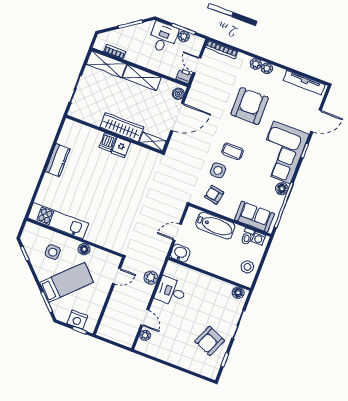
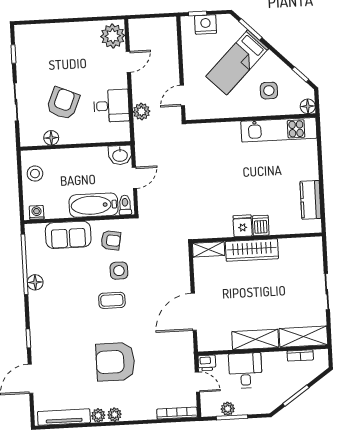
desk: (163, 37) -> (245, 371), moved, turned 180
plant: (256, 64) -> (98, 415), moved
boiler: (178, 94) -> (205, 339), removed
armchair: (250, 106) -> (115, 362), turned 90
wardrobe: (122, 127) -> (252, 250), moved
wall: (114, 134) -> (257, 238), moved
dishwasher: (108, 142) -> (261, 225), moved
shelving: (153, 142) -> (209, 249), moved
fridge: (121, 148) -> (243, 226), moved
corner sofa: (282, 152) -> (54, 324), removed
sofa: (254, 217) -> (68, 235), moved
toilet: (247, 236) -> (125, 205), moved
floor lamp: (84, 249) -> (308, 106), moved
floor lamp: (238, 293) -> (51, 138), moved
door: (145, 317) -> (128, 62), swing flipped
plant: (145, 335) -> (113, 36), width x1.87, depth x1.87
armchair: (210, 341) -> (63, 103), moved

